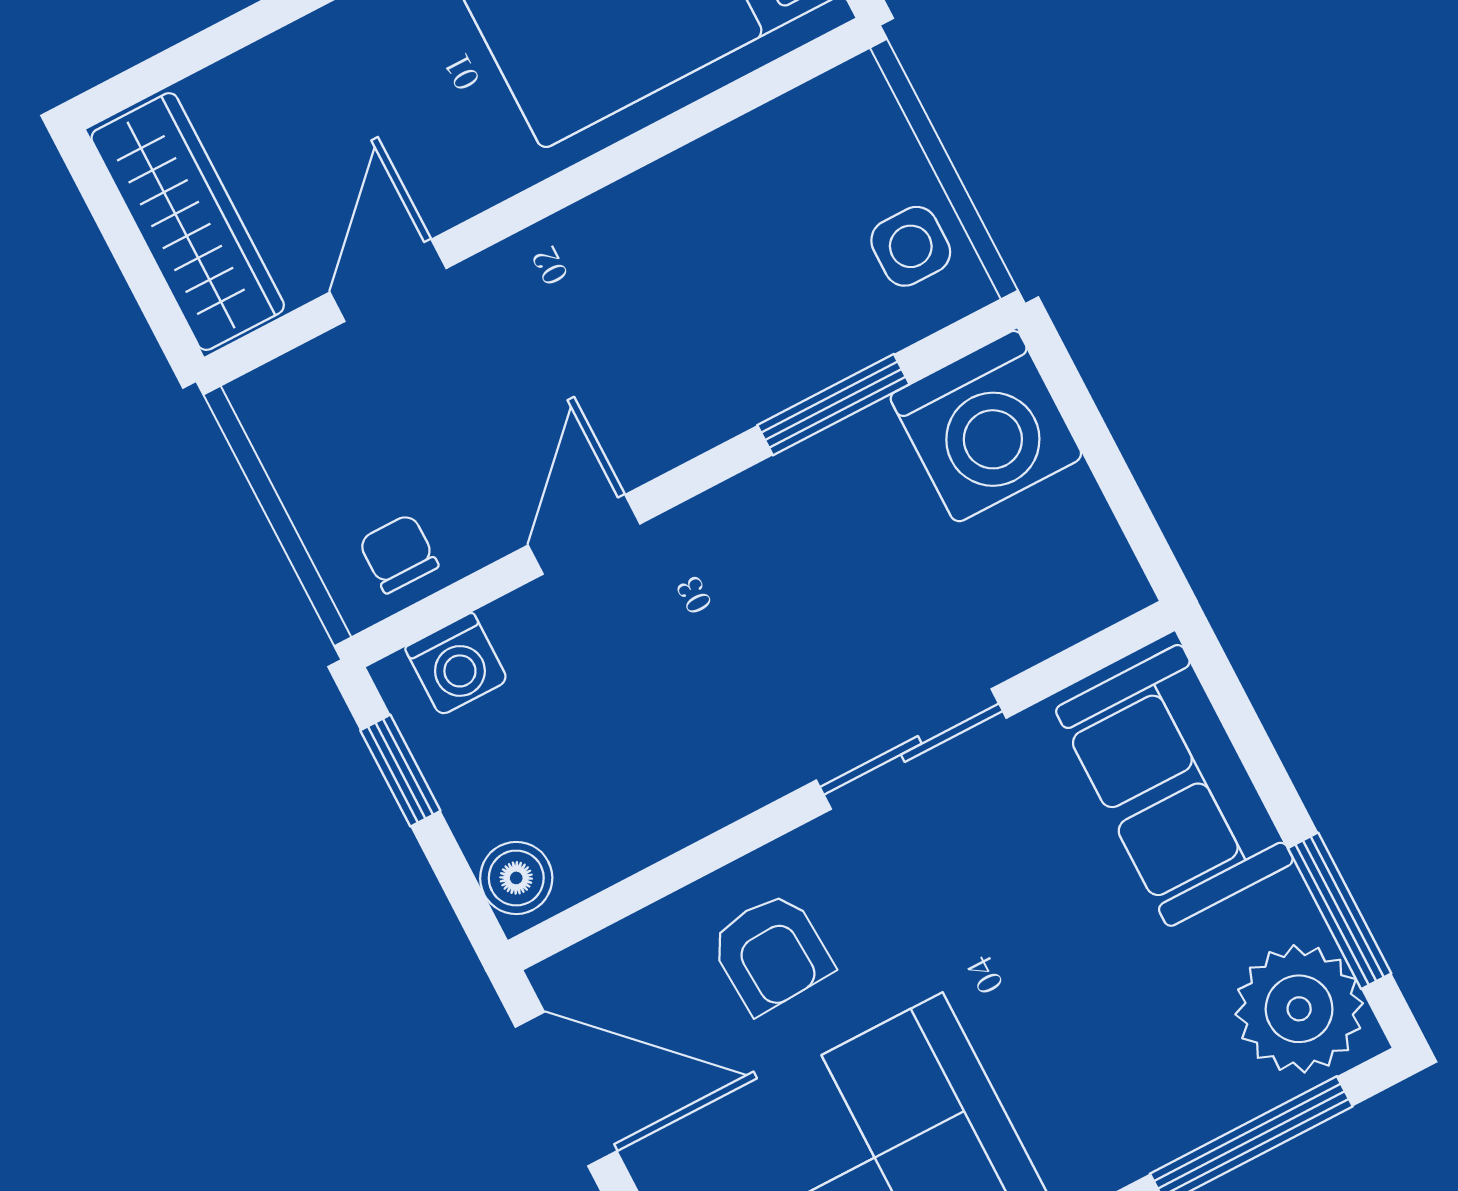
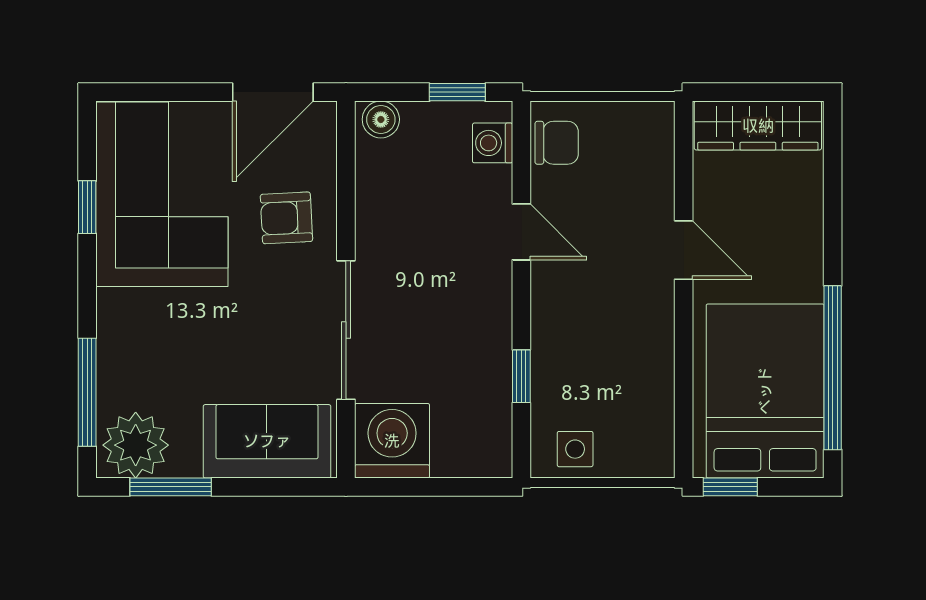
door: (388, 280) -> (684, 250), moved
window: (833, 405) -> (521, 376), width x0.67
washing machine: (986, 426) -> (392, 441), moved, turned 90
chair: (398, 554) -> (557, 143), width x1.37, depth x1.37
sliding door: (911, 749) -> (346, 330), width x1.37

